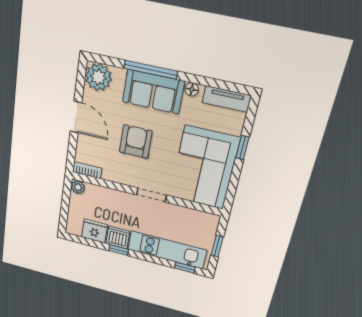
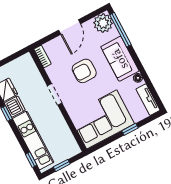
window: (151, 70) -> (120, 30), moved
armchair: (136, 142) -> (84, 71), turned 180
plant: (78, 187) -> (27, 59), removed
doorway: (151, 195) -> (55, 94), moved

